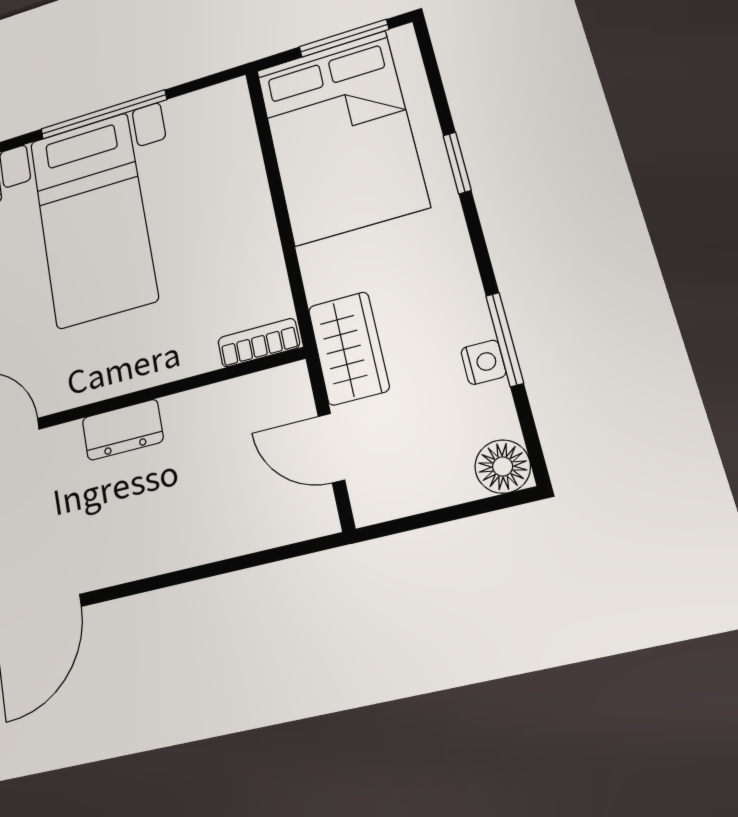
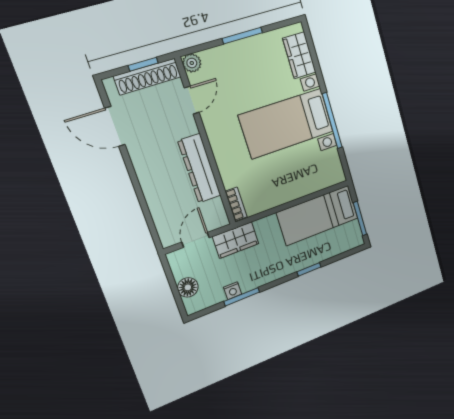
bed: (341, 137) -> (318, 215), width x0.67
dresser: (123, 430) -> (199, 168), width x1.96, depth x1.24
floor lamp: (503, 467) -> (188, 287), moved

